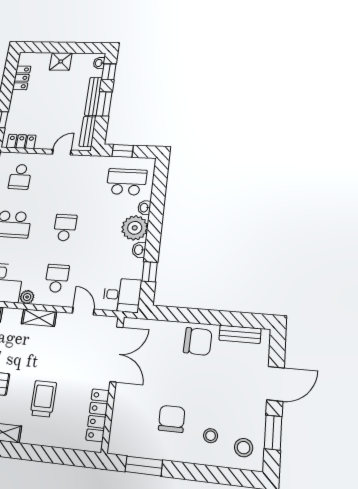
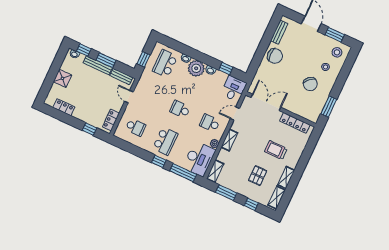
chair: (198, 341) -> (275, 56), turned 88
chair: (172, 419) -> (310, 84), turned -132

